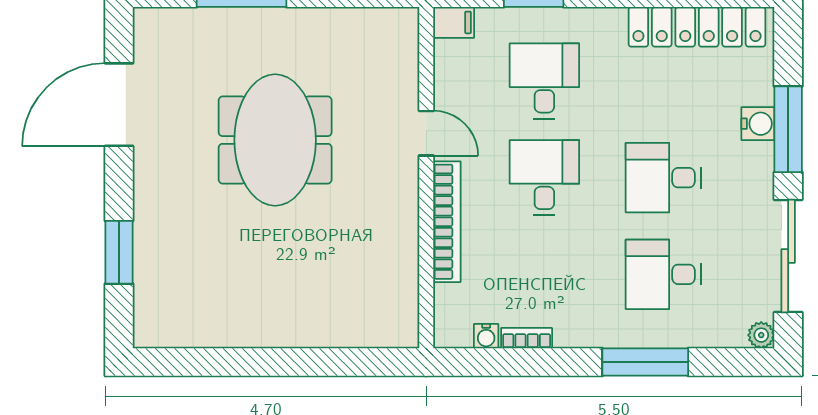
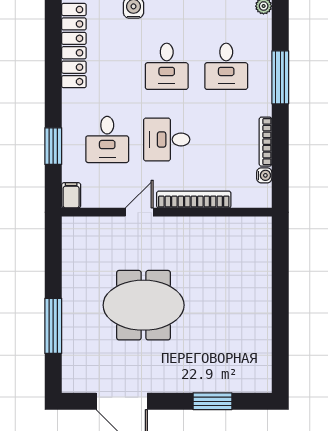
desk: (544, 81) -> (107, 139), turned -90
bookcase: (527, 338) -> (265, 142), width x1.56

